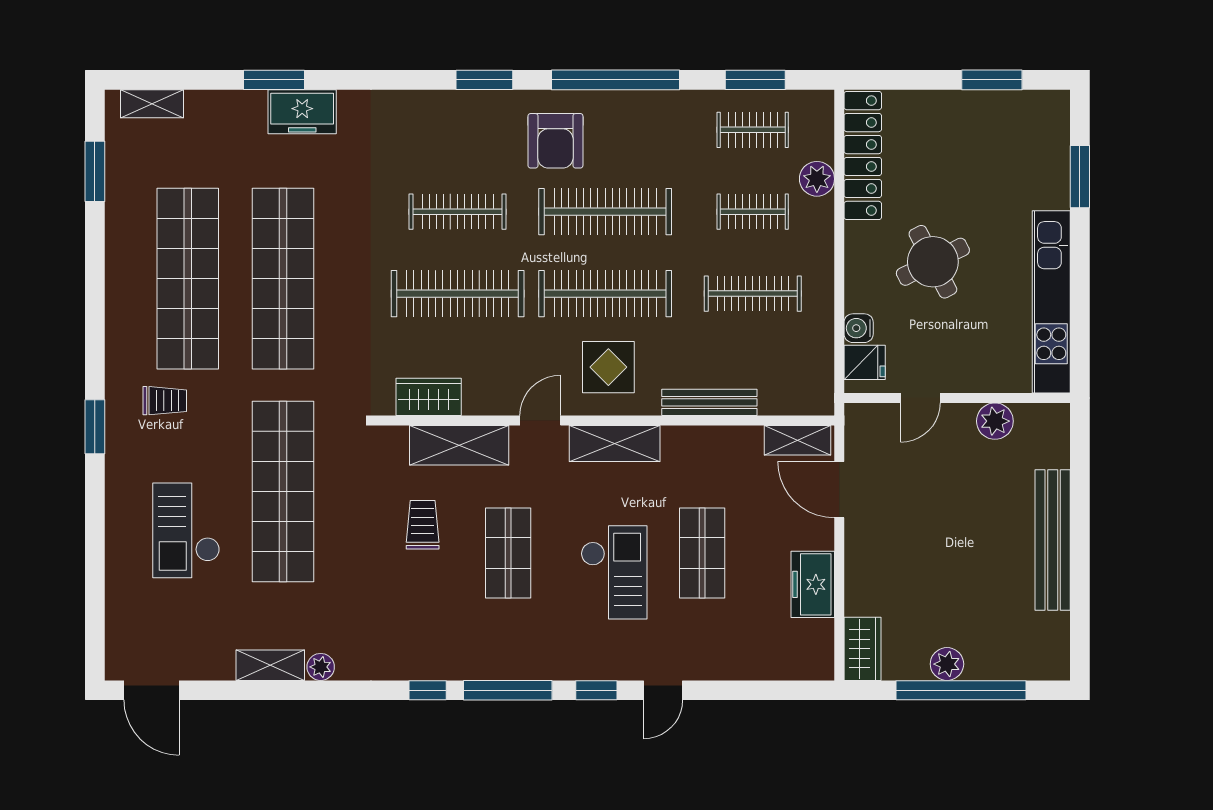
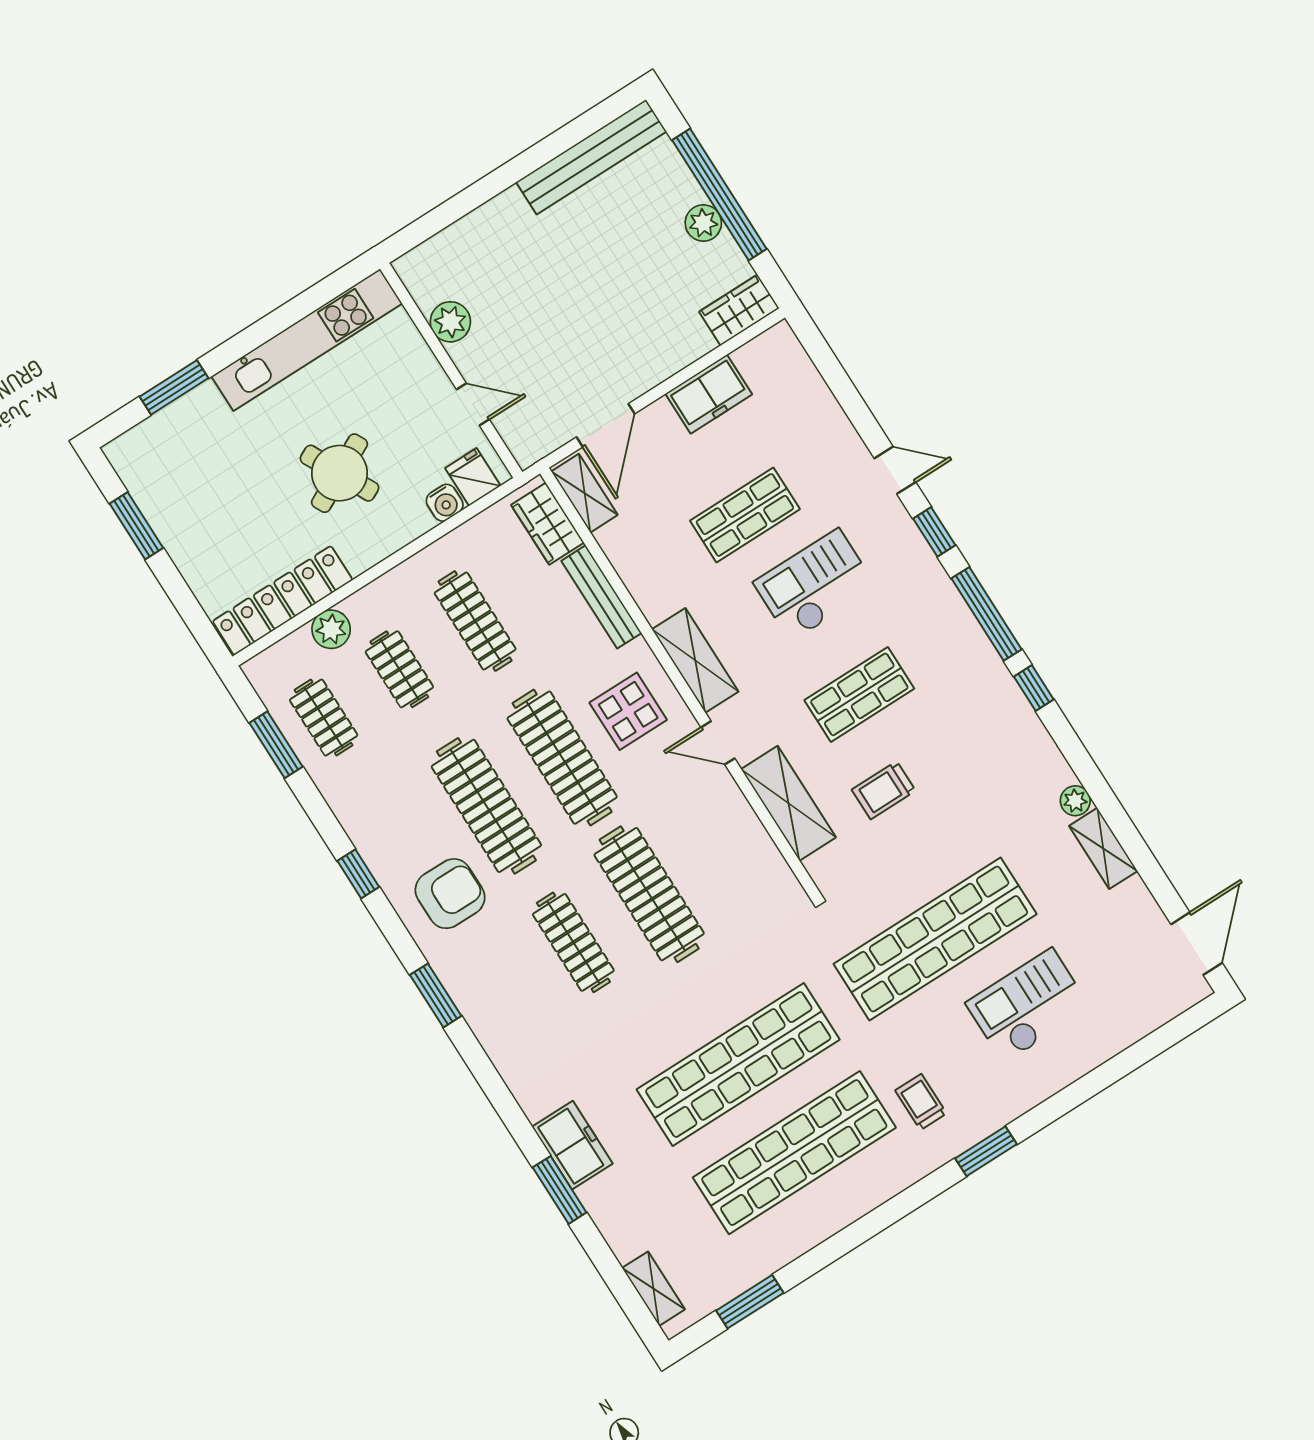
window: (616, 80) -> (358, 874), width x0.32
wardrobe: (429, 397) -> (548, 524), moved
checkout: (186, 530) -> (1028, 1006), turned 180
bench: (1053, 540) -> (591, 157), moved

